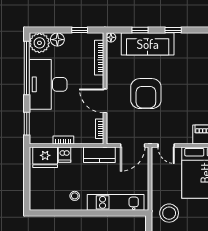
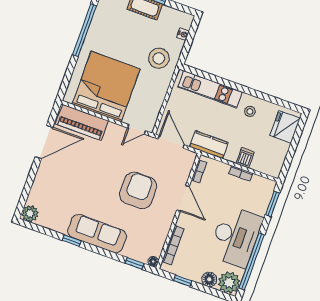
window: (140, 30) -> (135, 263), moved
window: (173, 30) -> (72, 241), moved
sofa: (148, 44) -> (97, 234), moved
door: (133, 145) -> (171, 142), hinge flipped
door: (166, 145) -> (137, 129), swing flipped
fridge: (45, 157) -> (285, 127), moved, turned -90

